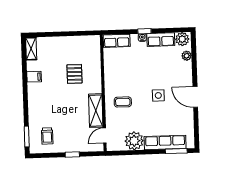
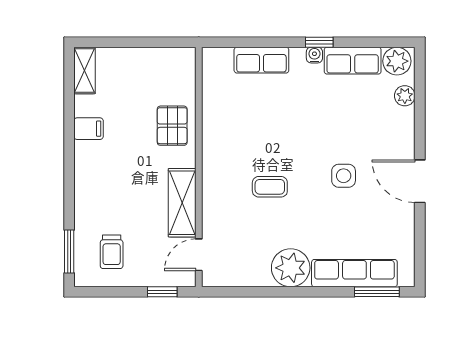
wall: (103, 93) -> (199, 167), moved
shelving: (96, 111) -> (182, 203), moved
door: (105, 135) -> (199, 255), moved

